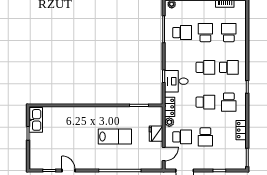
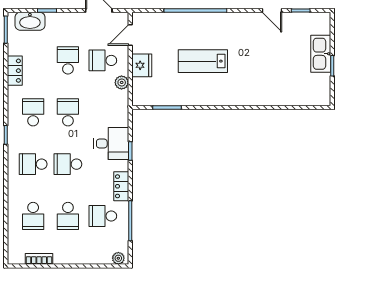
school desk: (205, 102) -> (68, 112), turned 90
locker: (170, 107) -> (121, 186), moved
kitchen sink: (36, 120) -> (321, 54), moved
washbasin: (231, 163) -> (30, 21), added

